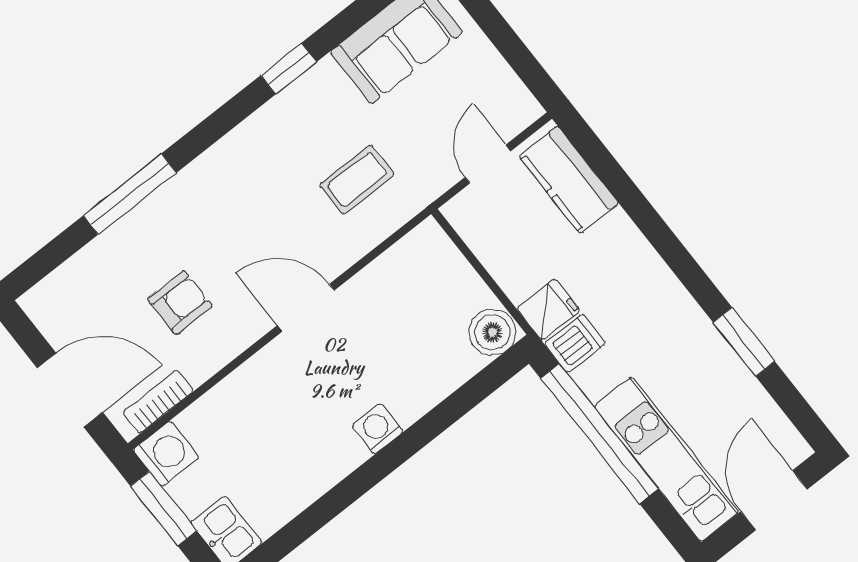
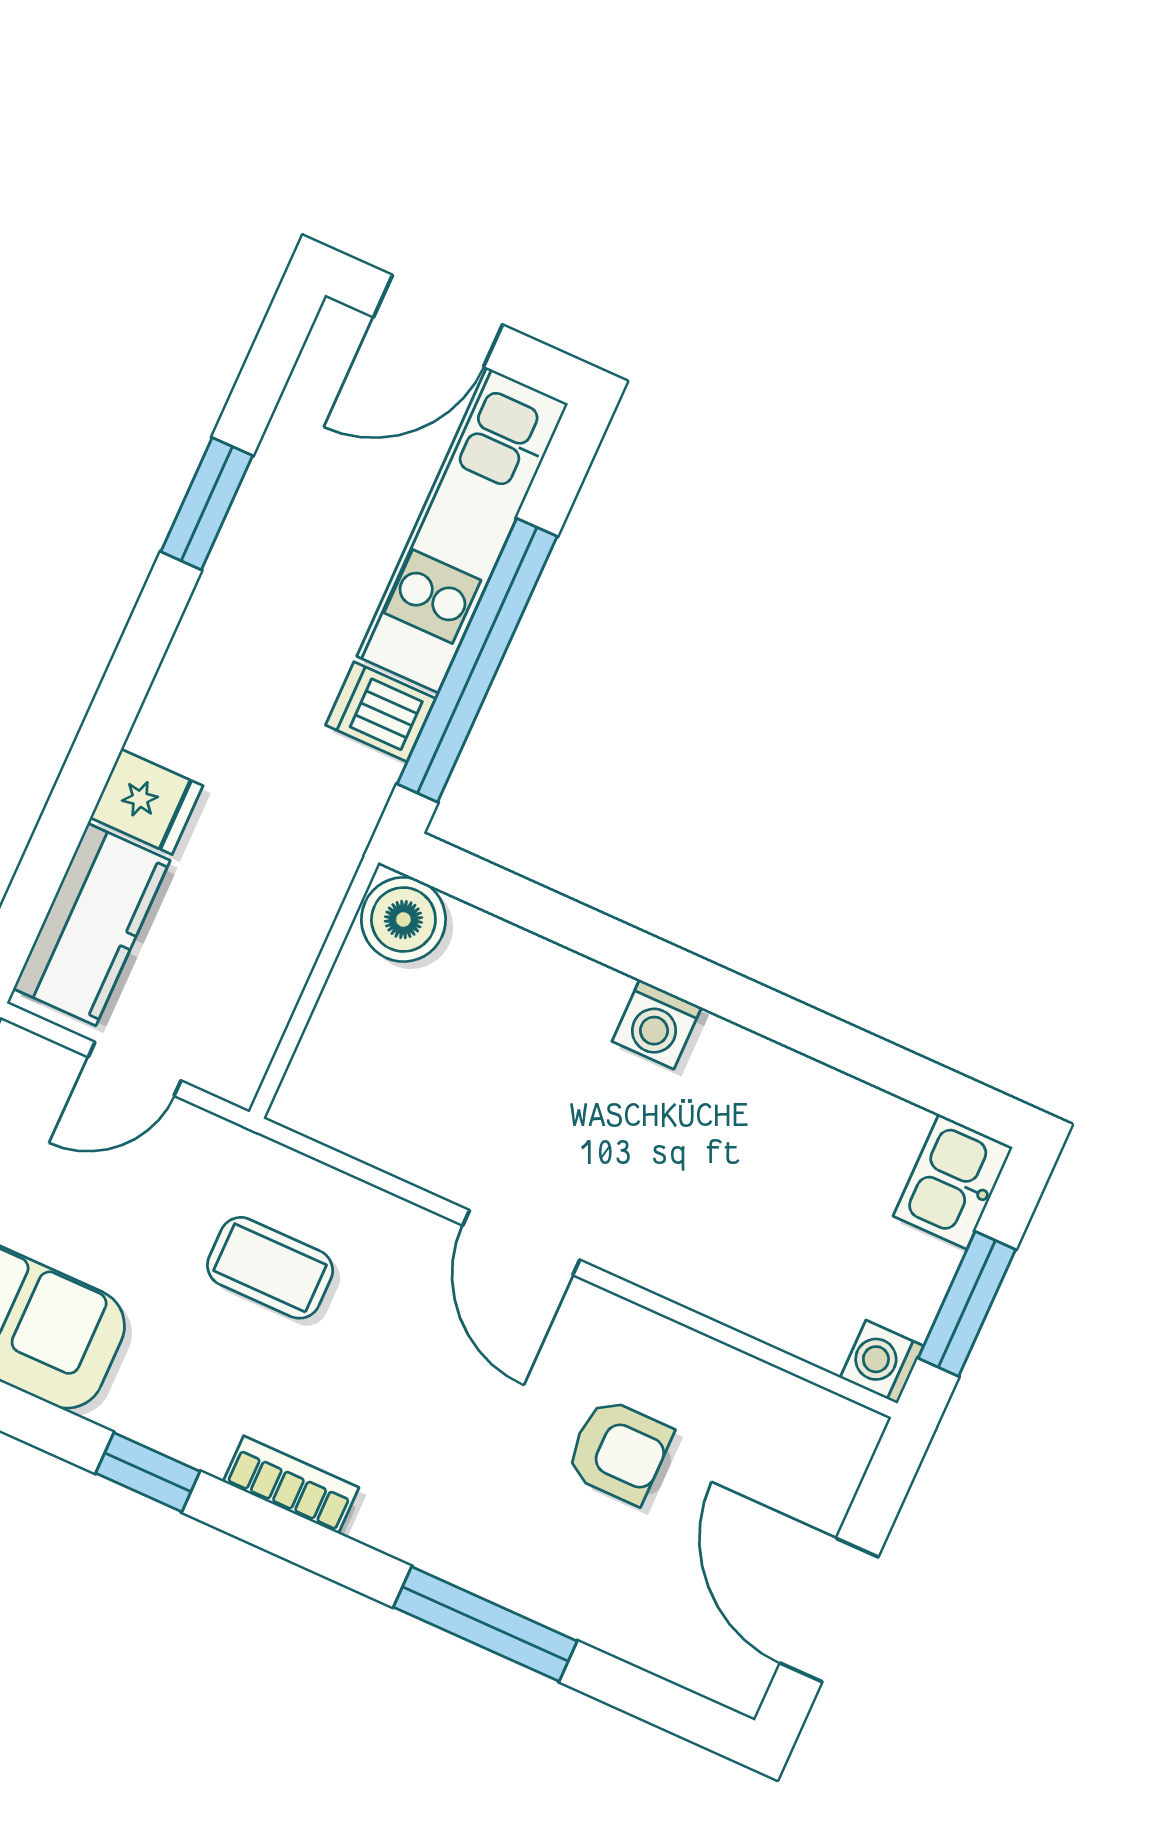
armchair: (180, 303) -> (619, 1451), turned 180
fridge: (549, 310) -> (147, 802), moved, turned 180
dishwasher: (575, 343) -> (381, 712), moved
door: (70, 390) -> (829, 1610), moved
bookcase: (158, 402) -> (291, 1485), moved, turned 180
washing machine: (166, 454) -> (882, 1362), width x0.73, depth x0.73

